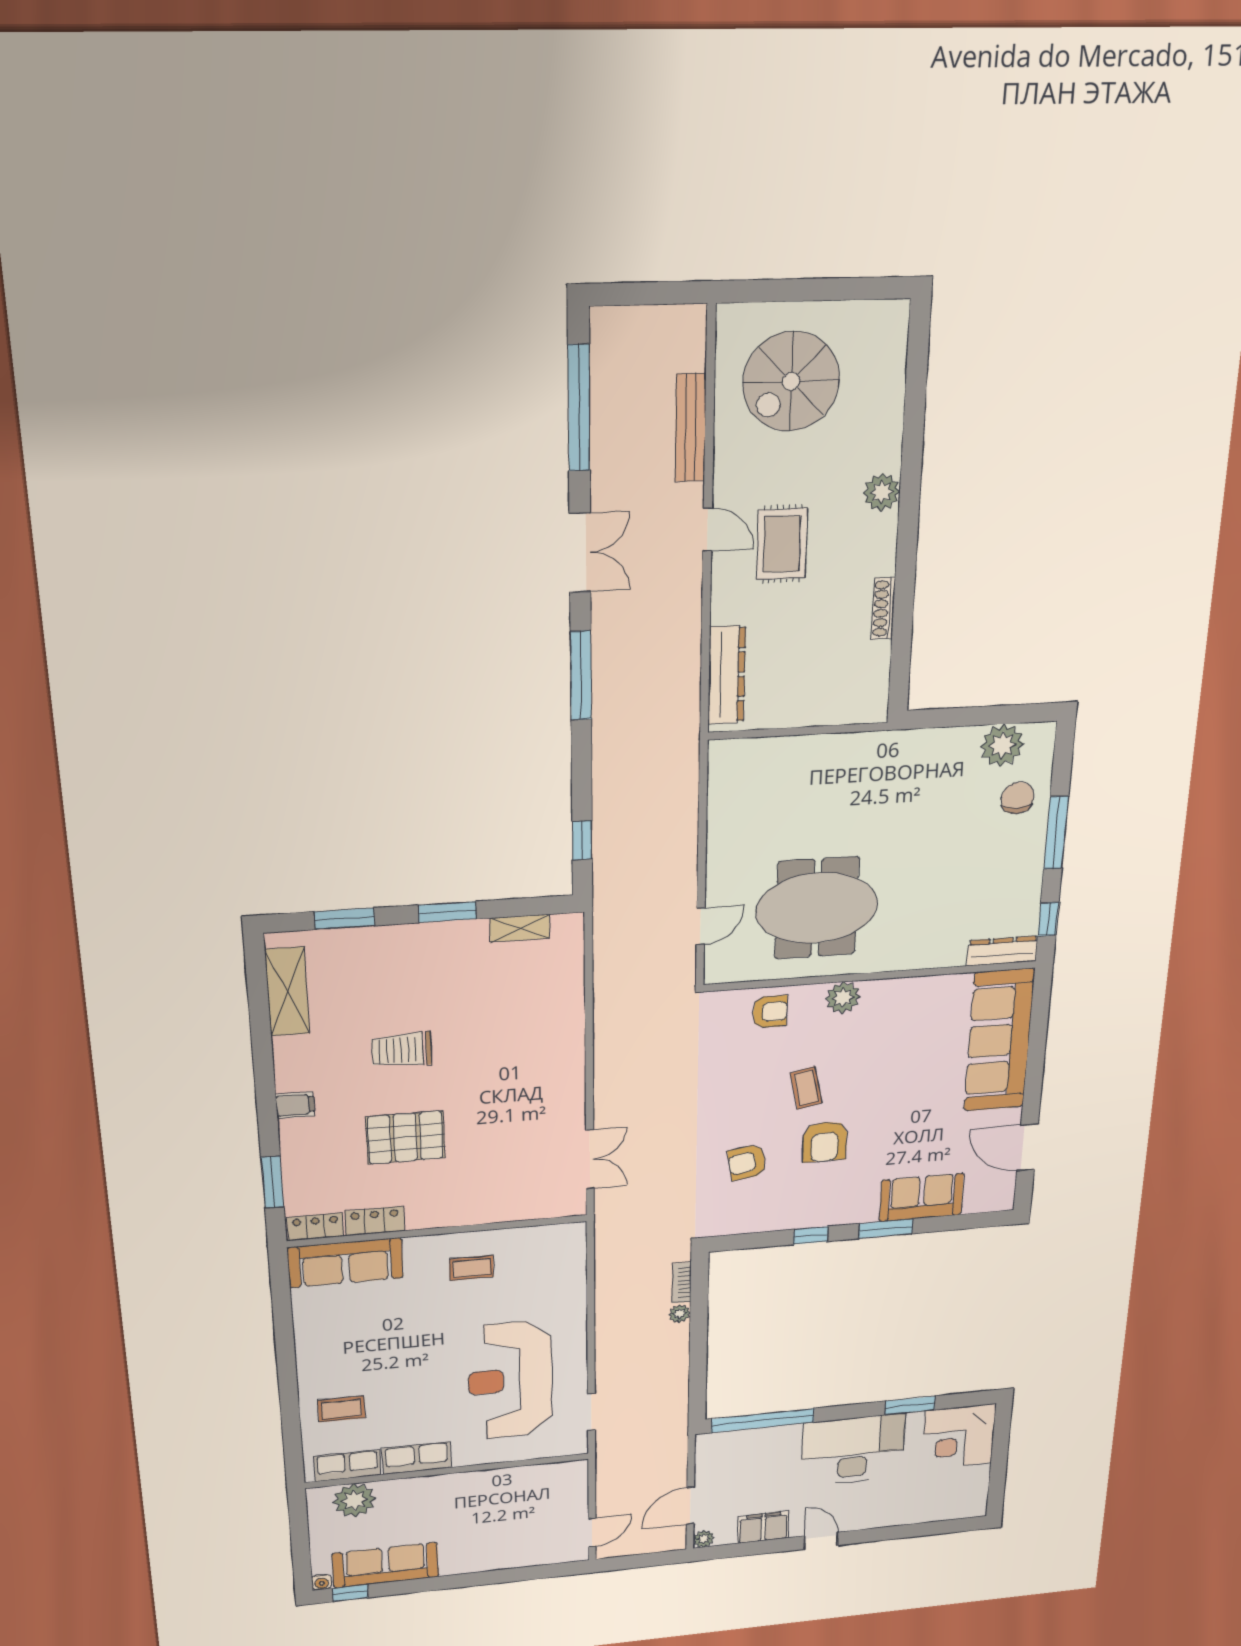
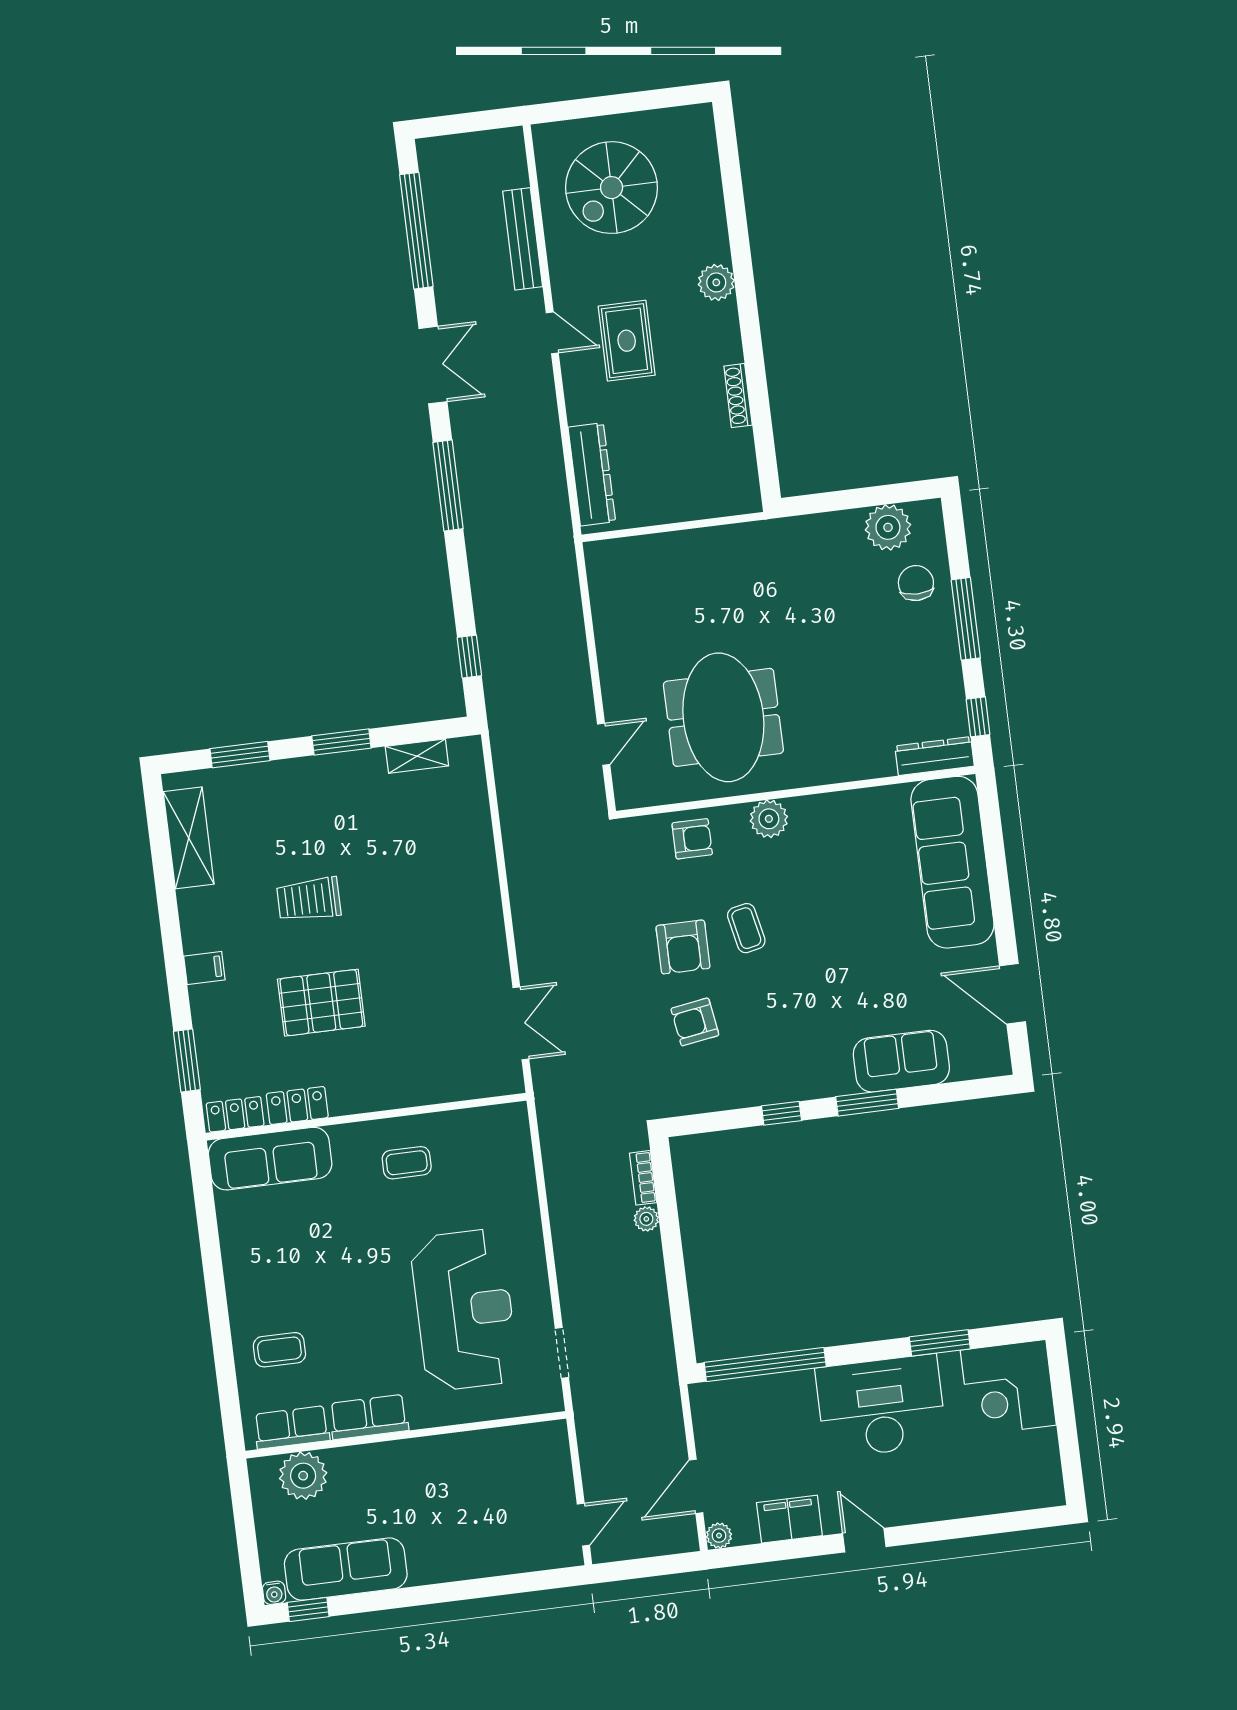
meeting table: (817, 908) -> (723, 717), turned 90
armchair: (825, 1142) -> (683, 947), moved
reception desk: (510, 1380) -> (464, 1310), turned 180

